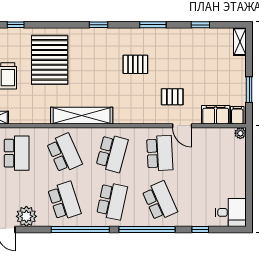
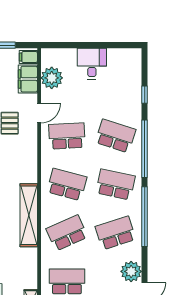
plant: (240, 133) -> (52, 78), moved, width x1.88, depth x1.88
school desk: (160, 201) -> (115, 136), turned 42
desk: (231, 212) -> (92, 64), moved

